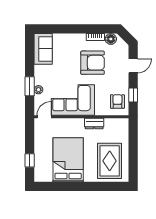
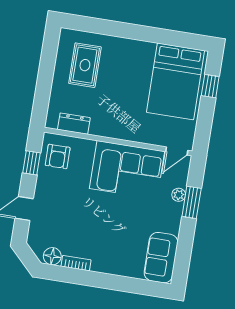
armchair: (93, 63) -> (87, 224), removed
dresser: (94, 123) -> (74, 124), moved
bed: (68, 160) -> (175, 81), moved
rug: (110, 161) -> (85, 65), width x0.73, depth x0.70

